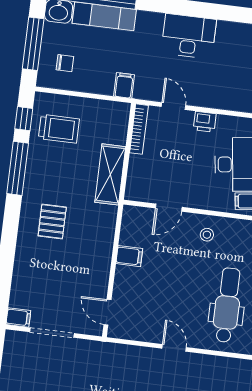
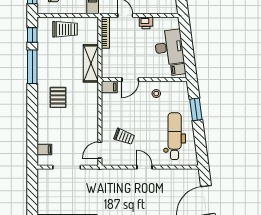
trolley: (59, 129) -> (65, 29), moved
filing cabinet: (129, 256) -> (109, 87), moved
trolley: (148, 296) -> (124, 137), added
door: (107, 312) -> (100, 150), hinge flipped
filing cabinet: (18, 318) -> (44, 149), moved

